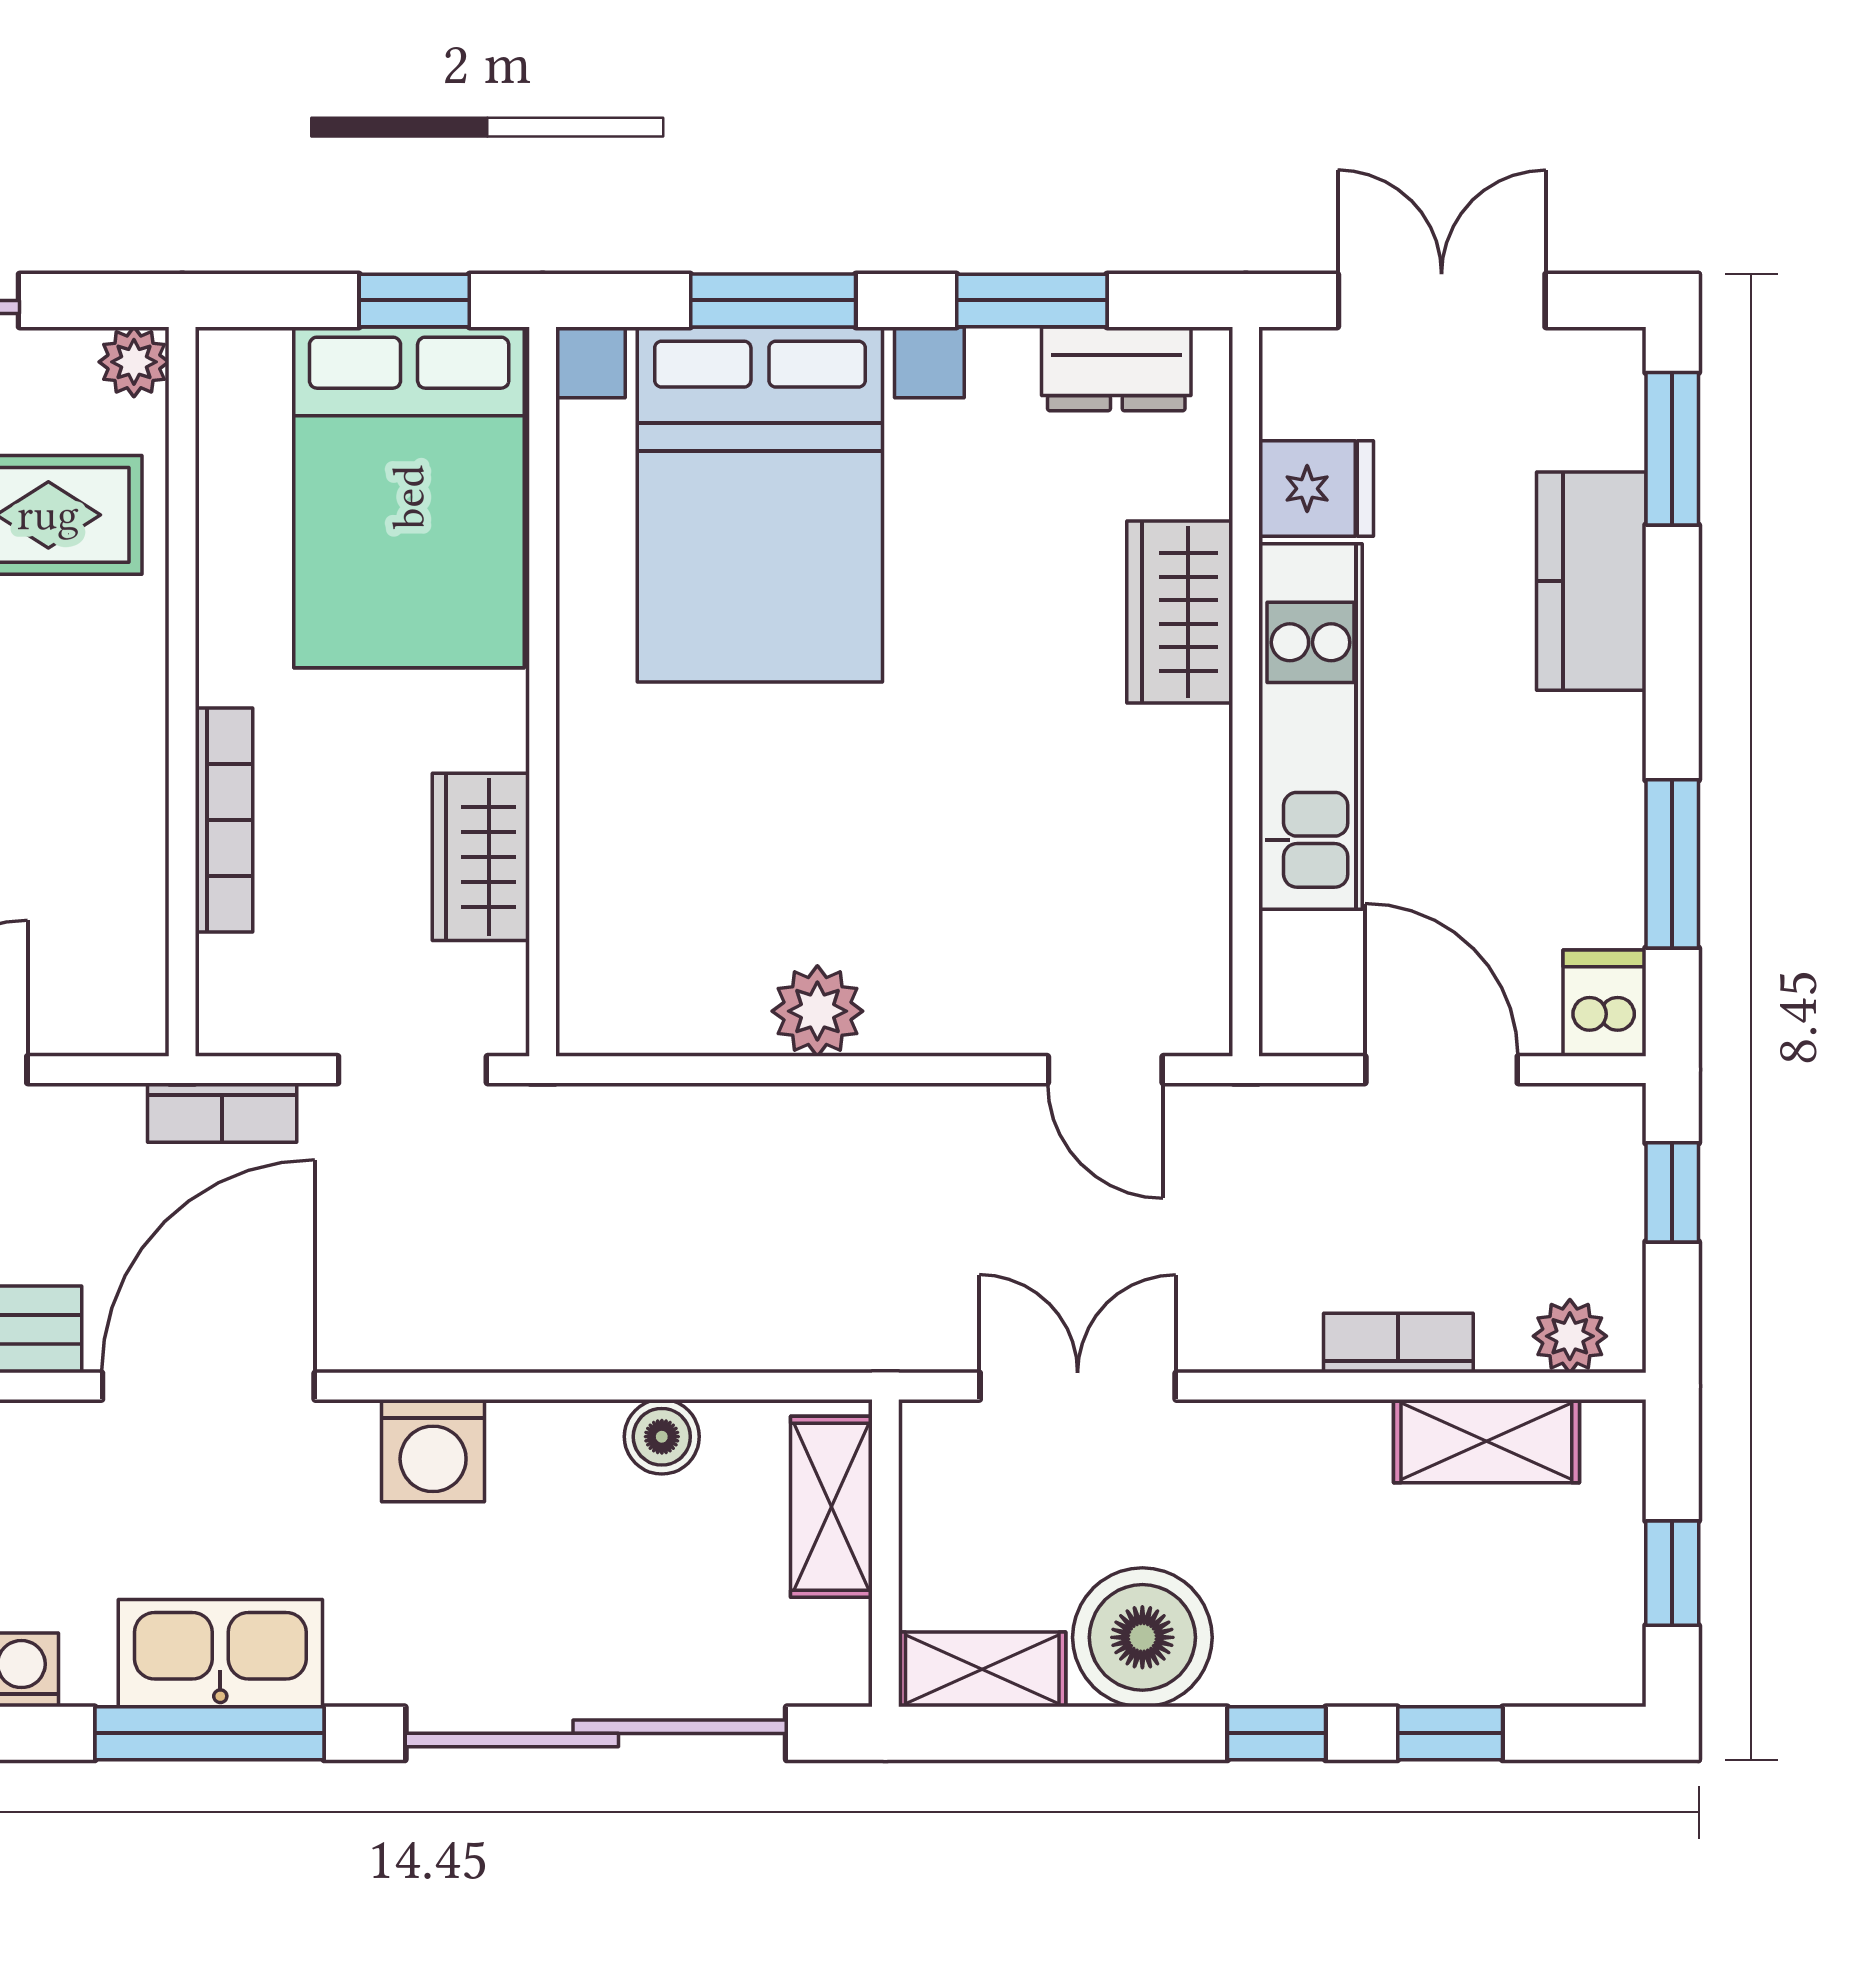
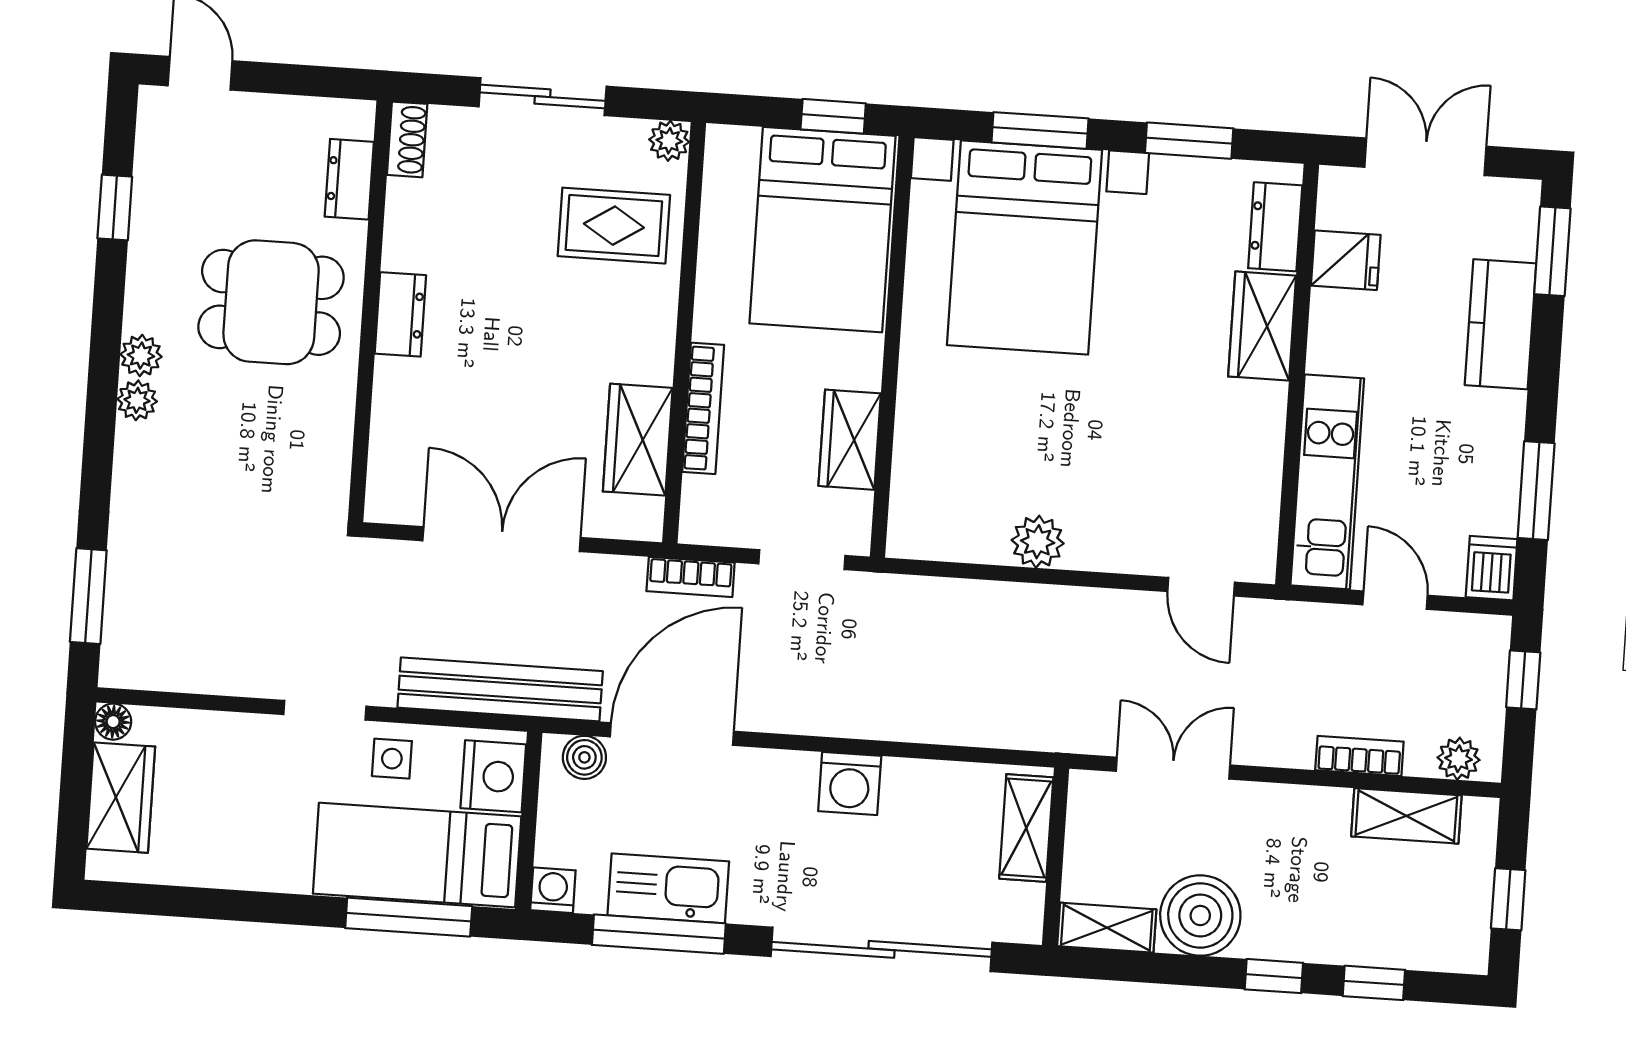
dresser: (1116, 369) -> (1275, 227), moved, turned 90
kitchen unit: (1311, 726) -> (1327, 482), moved
wardrobe: (115, 882) -> (638, 440), added
door: (1442, 1070) -> (1395, 600), width x0.73
boiler: (662, 1437) -> (584, 757), moved
washing machine: (433, 1451) -> (850, 783), moved

